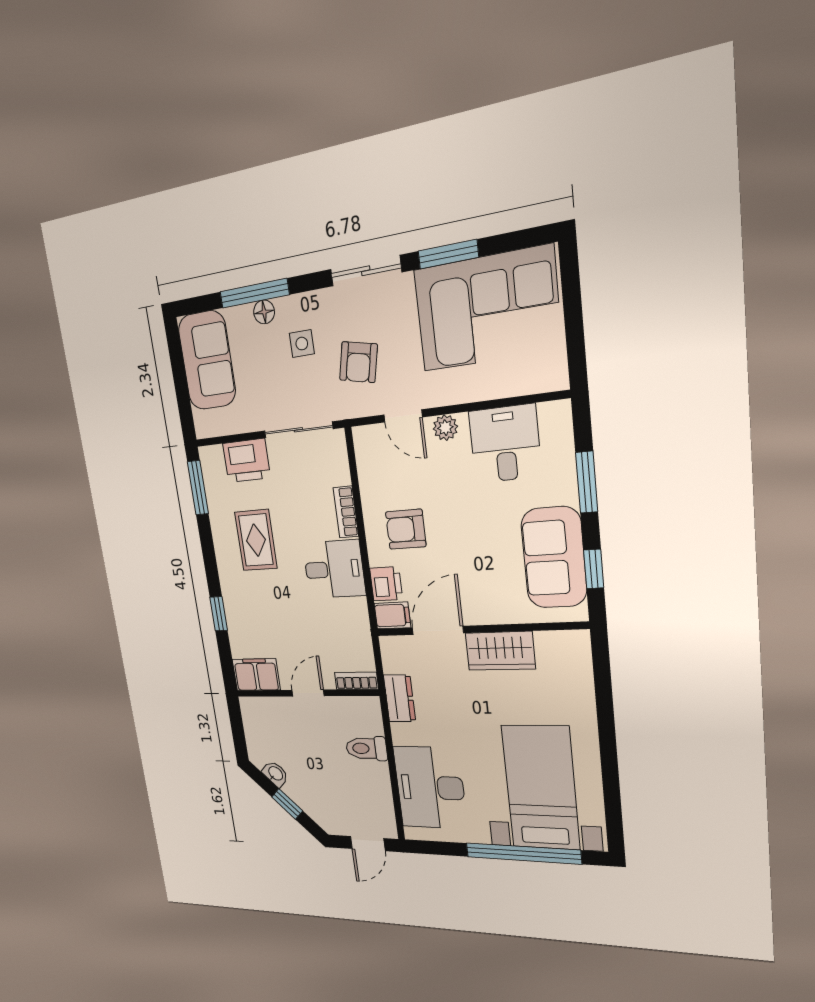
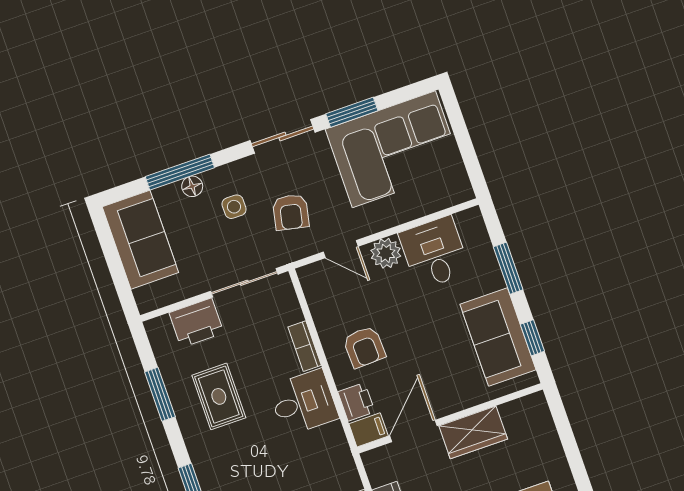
plant: (445, 428) -> (386, 253), width x1.38, depth x1.38
window: (198, 488) -> (160, 394), moved
armchair: (406, 529) -> (364, 347), turned -92

